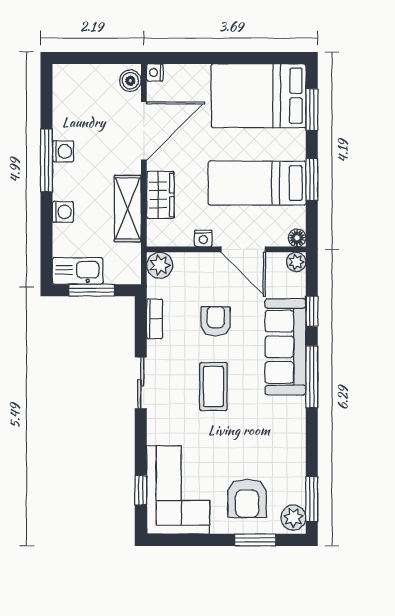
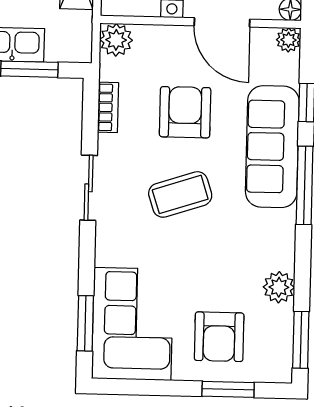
armchair: (216, 321) -> (185, 112), width x1.38, depth x1.38
coffee table: (213, 386) -> (180, 194), turned 72
window: (141, 490) -> (85, 323), width x1.50
plant: (293, 518) -> (279, 287), moved

